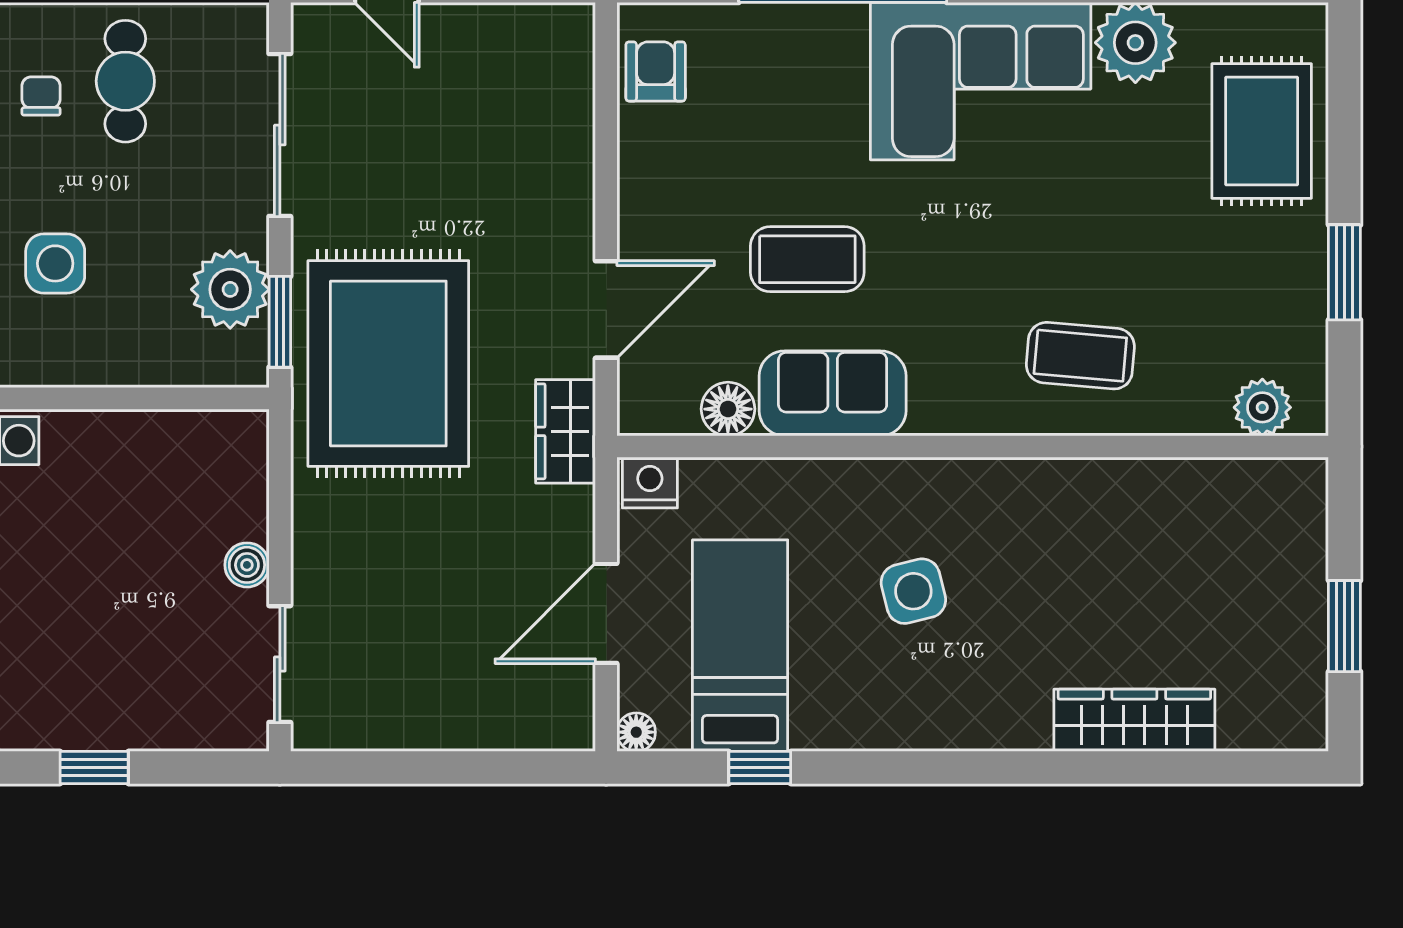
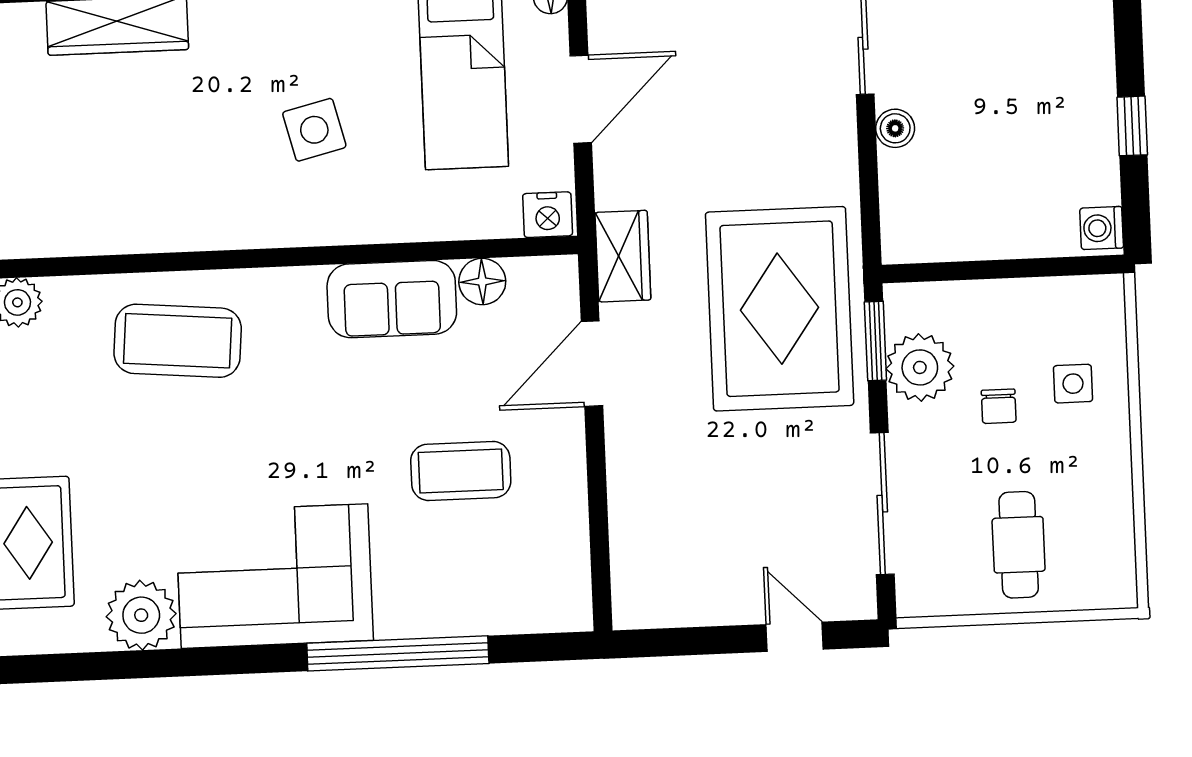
armchair: (656, 71) -> (558, 573), removed
chair: (41, 96) -> (999, 406), moved
coffee table: (807, 259) -> (461, 471), moved
side table: (55, 263) -> (1073, 384), width x0.73, depth x0.73
coffee table: (1080, 356) -> (178, 341), width x1.36, depth x1.32

